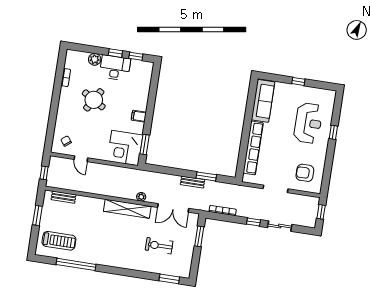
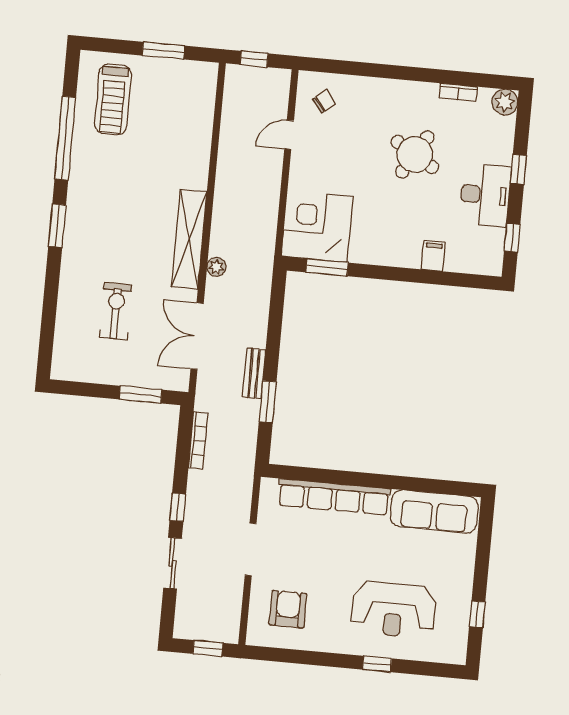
window: (115, 53) -> (518, 169), moved
plant: (95, 59) -> (505, 102), moved
window: (298, 81) -> (477, 614), moved
filing cabinet: (139, 116) -> (433, 256), moved
bench: (64, 197) -> (206, 103), removed
window: (169, 279) -> (57, 226), moved

